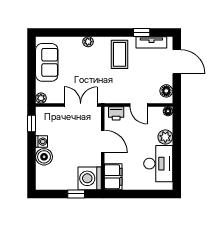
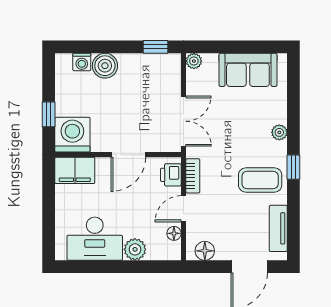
window: (142, 32) -> (293, 167), moved
bookcase: (117, 99) -> (193, 176), added
floor lamp: (168, 111) -> (174, 233), moved
washing machine: (42, 142) -> (82, 62), moved

